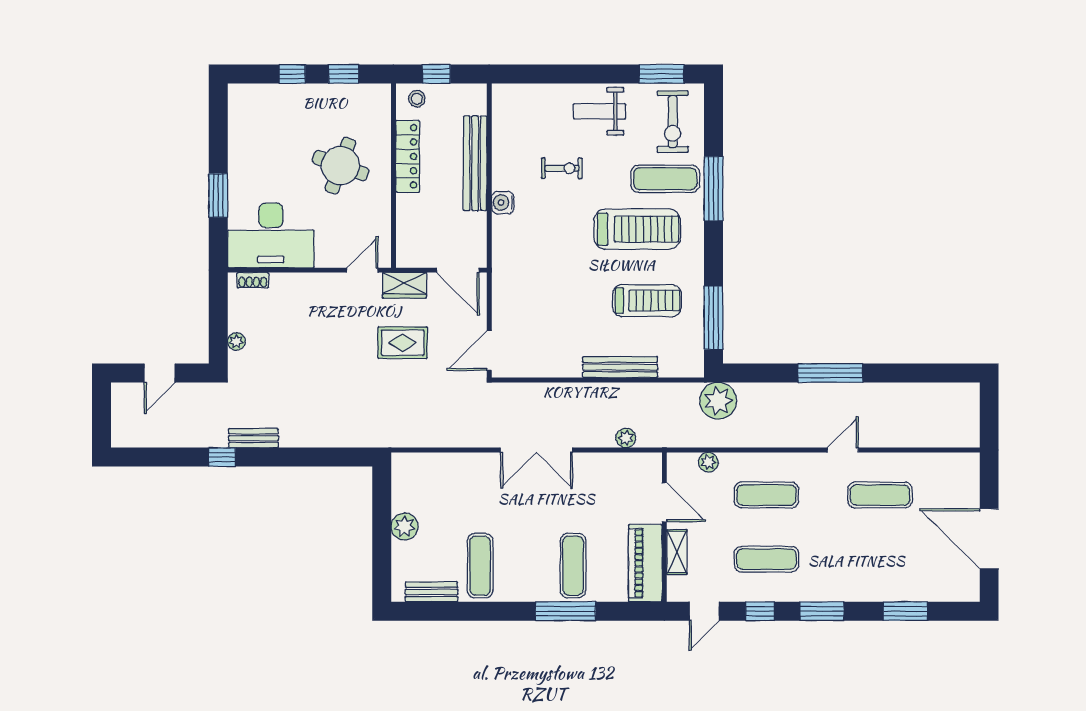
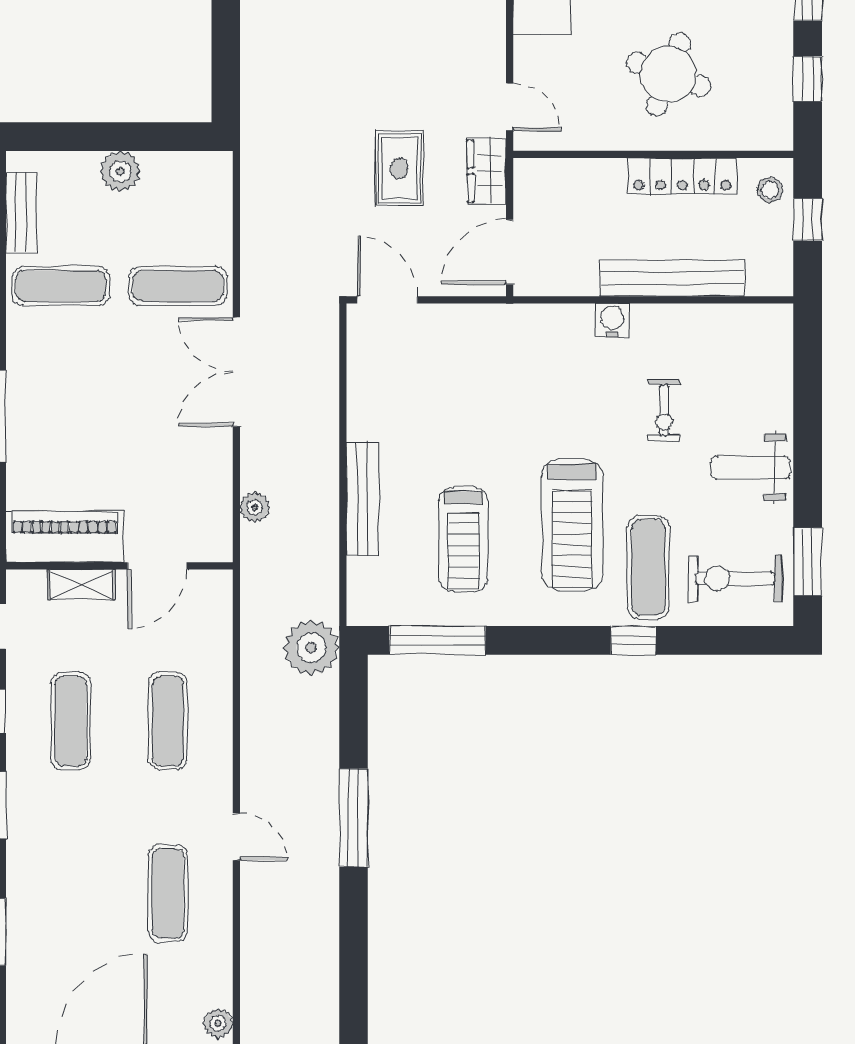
weight bench: (600, 111) -> (751, 468), turned -90
window: (713, 189) -> (633, 640), width x0.46
plant: (708, 462) -> (218, 1023), moved
exercise mat: (573, 566) -> (178, 286), moved

